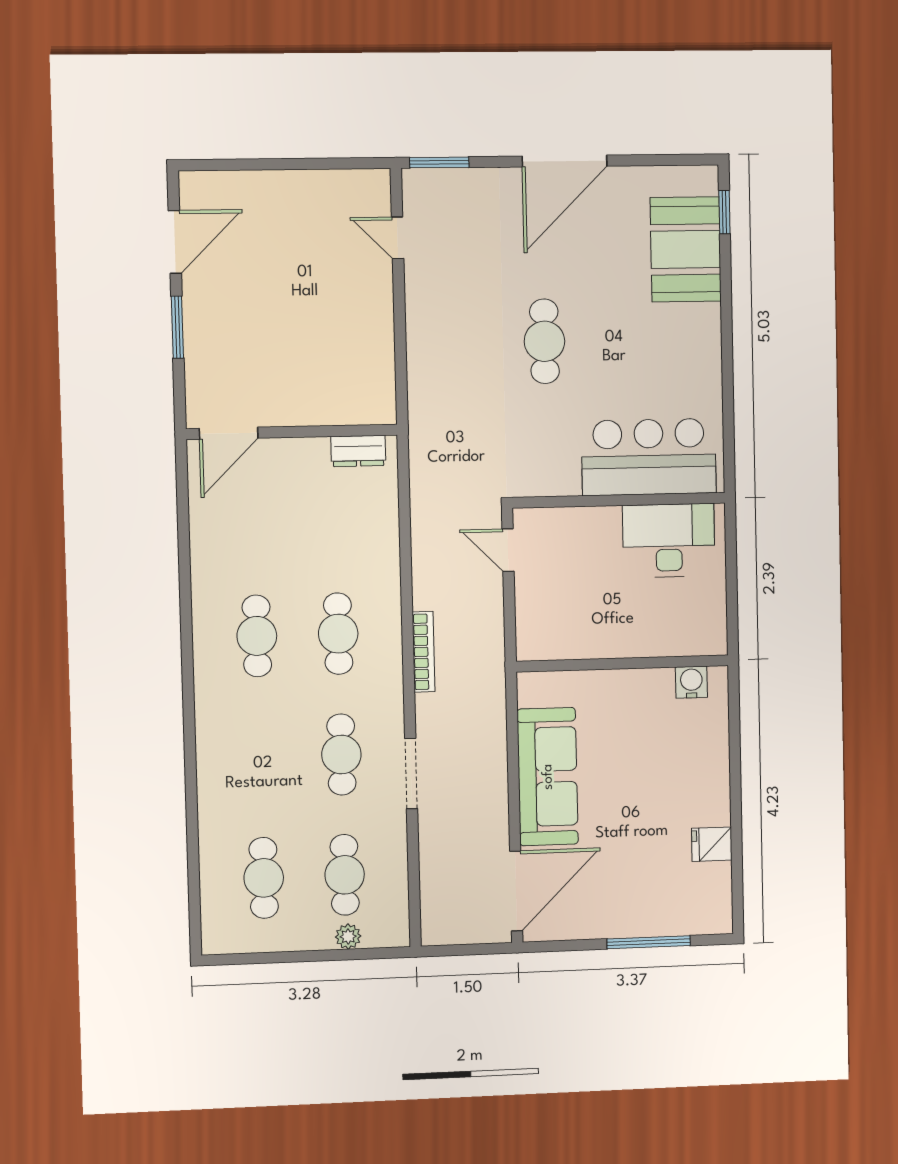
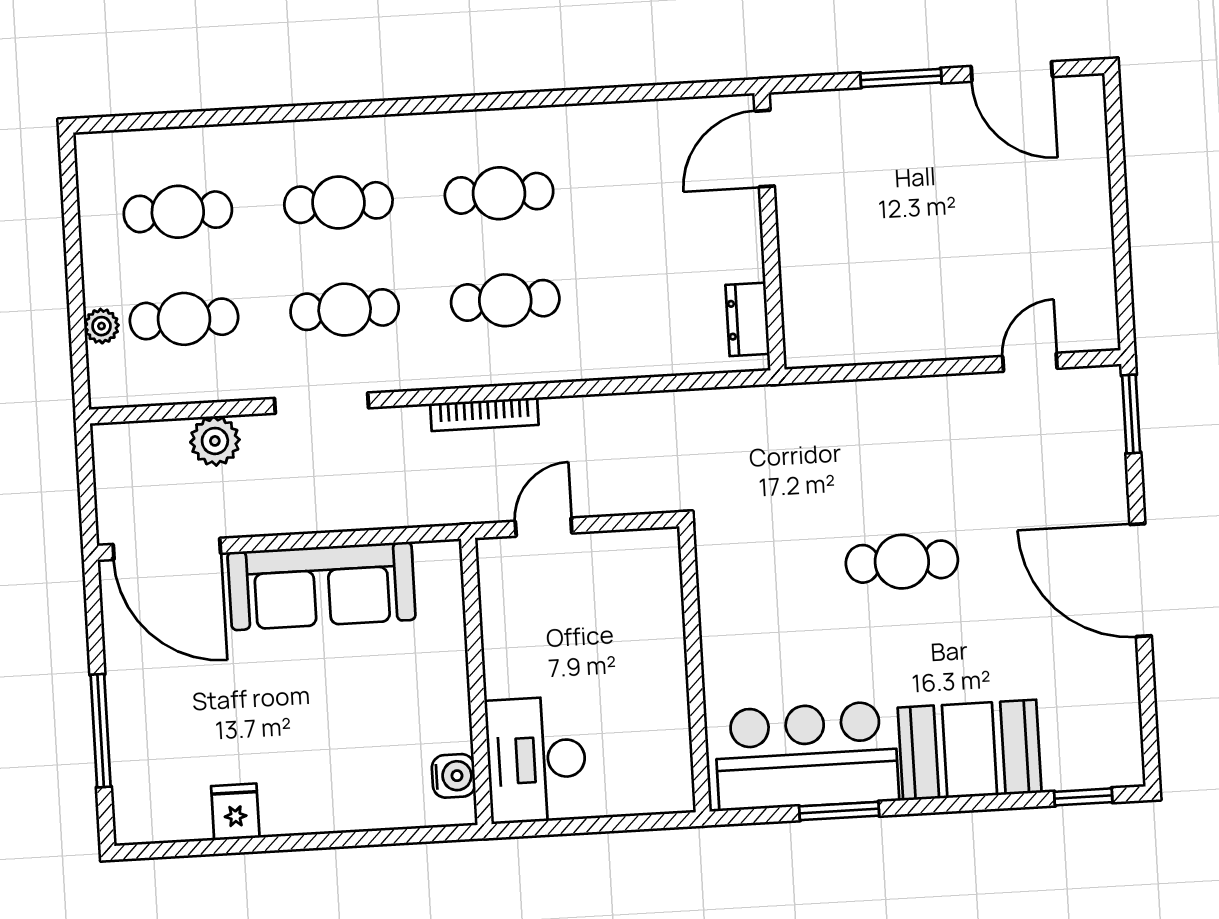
booth: (686, 249) -> (970, 750), moved
window: (728, 396) -> (839, 811), added
door: (229, 433) -> (765, 149), hinge flipped
bar counter: (649, 457) -> (807, 756), moved, turned -90
desk: (669, 540) -> (536, 760), moved, turned 180
door: (508, 550) -> (544, 527), moved
cafe table: (260, 757) -> (338, 203), added
plant: (437, 854) -> (215, 441), added

